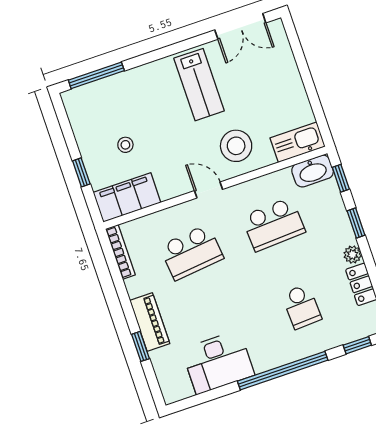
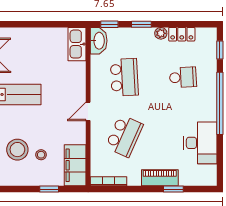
stool: (236, 146) -> (17, 150), moved
school desk: (191, 252) -> (124, 136), turned 30

